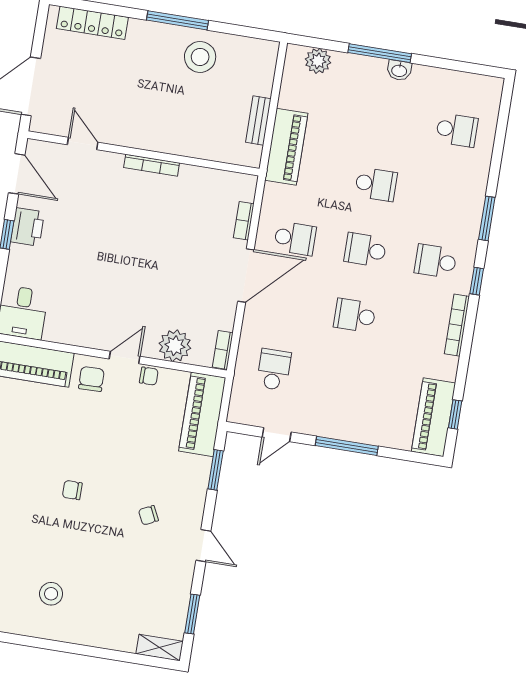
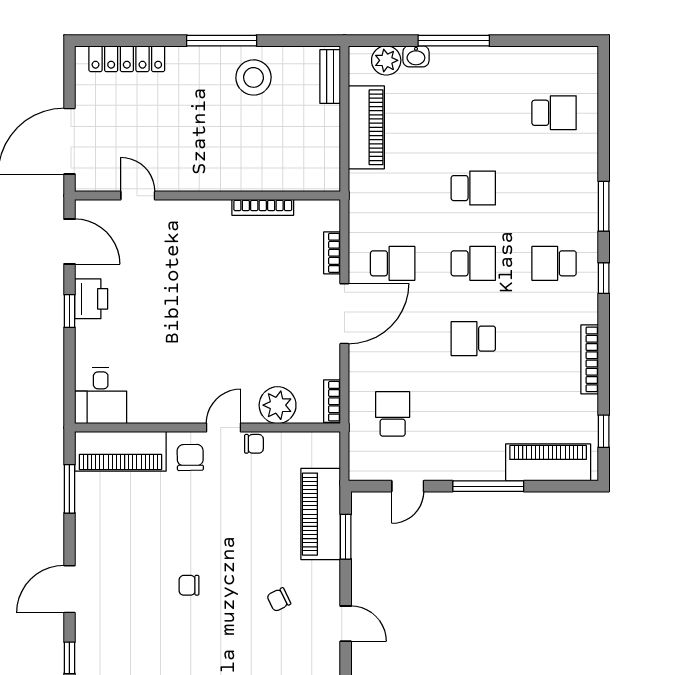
washbasin: (399, 70) -> (416, 56), moved
bench: (258, 121) -> (330, 77), moved
piano: (286, 147) -> (366, 127), moved
bookcase: (152, 165) -> (263, 207), moved
school desk: (365, 250) -> (473, 263), turned 180
bookcase: (457, 325) -> (590, 359), moved
piano: (202, 414) -> (321, 514), moved
piano: (433, 417) -> (548, 462), moved, turned 90

